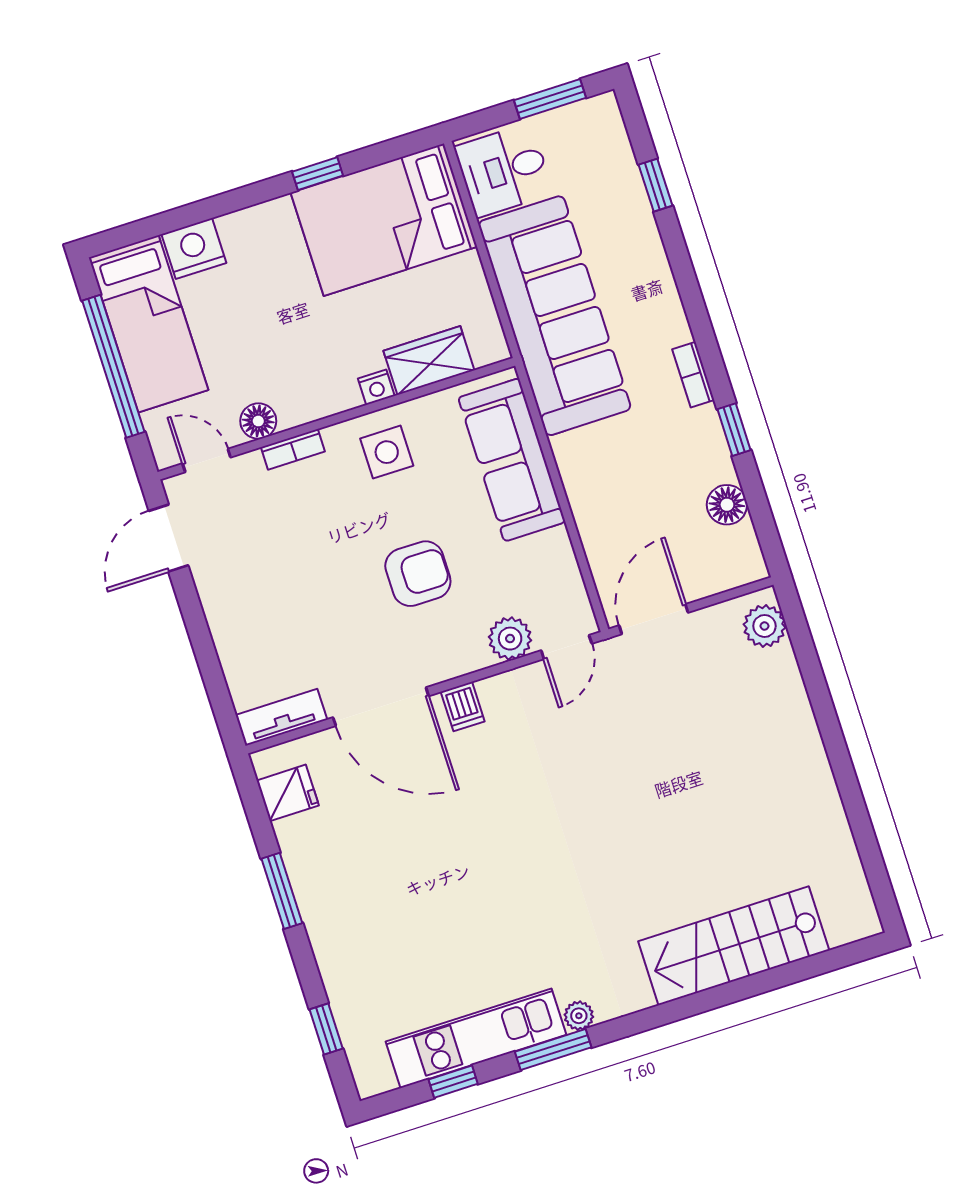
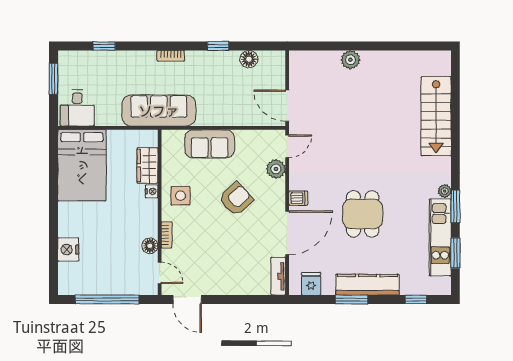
window: (318, 174) -> (53, 187), removed
sofa: (555, 316) -> (159, 111), width x0.74, depth x0.79
bed: (148, 324) -> (94, 279), removed
bookcase: (693, 375) -> (171, 56), moved
door: (207, 460) -> (160, 273), swing flipped
sofa: (512, 460) -> (210, 144), width x0.73
armchair: (418, 574) -> (236, 199), turned 48
plant: (764, 626) -> (350, 60), moved
door: (566, 647) -> (287, 146), hinge flipped
dining table: (473, 856) -> (363, 214), added
kitchen counter: (325, 915) -> (368, 285), added
window: (453, 1082) -> (455, 253), width x1.50

